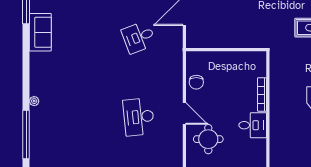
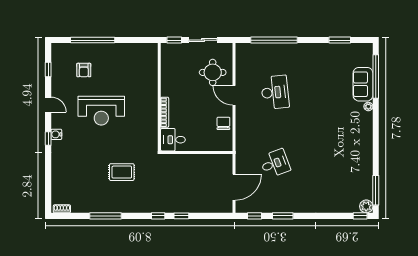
sofa: (40, 32) -> (363, 84), moved
desk: (253, 125) -> (173, 140), moved

